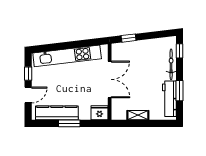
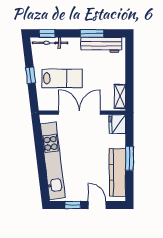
window: (129, 38) -> (31, 75), moved
lab bench: (140, 64) -> (62, 78), added
bicycle: (171, 64) -> (50, 43), moved
shelving: (138, 115) -> (120, 96), moved

